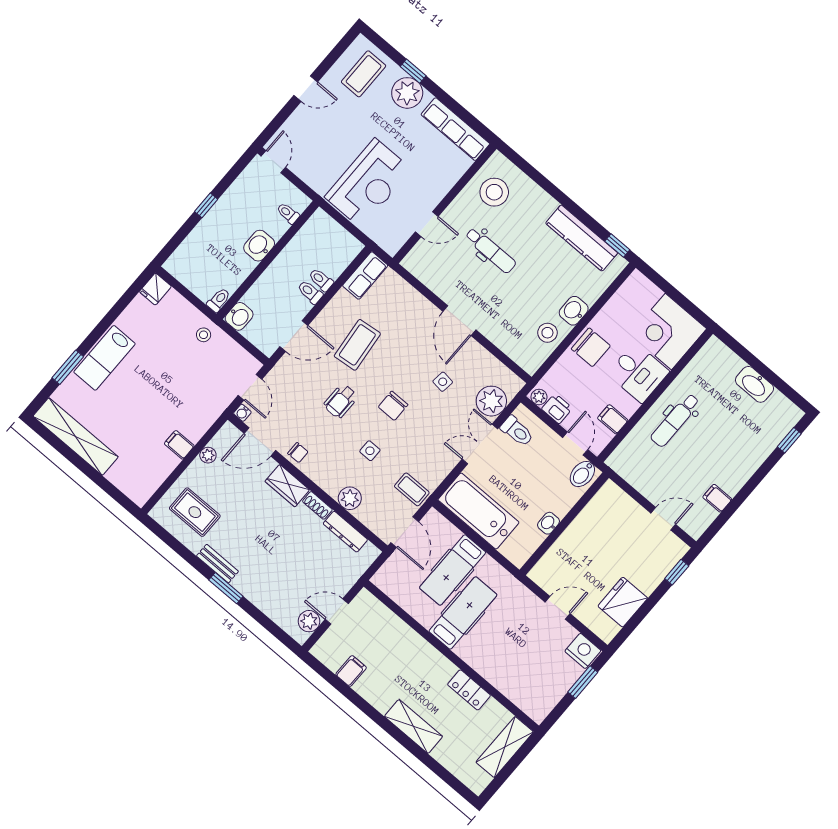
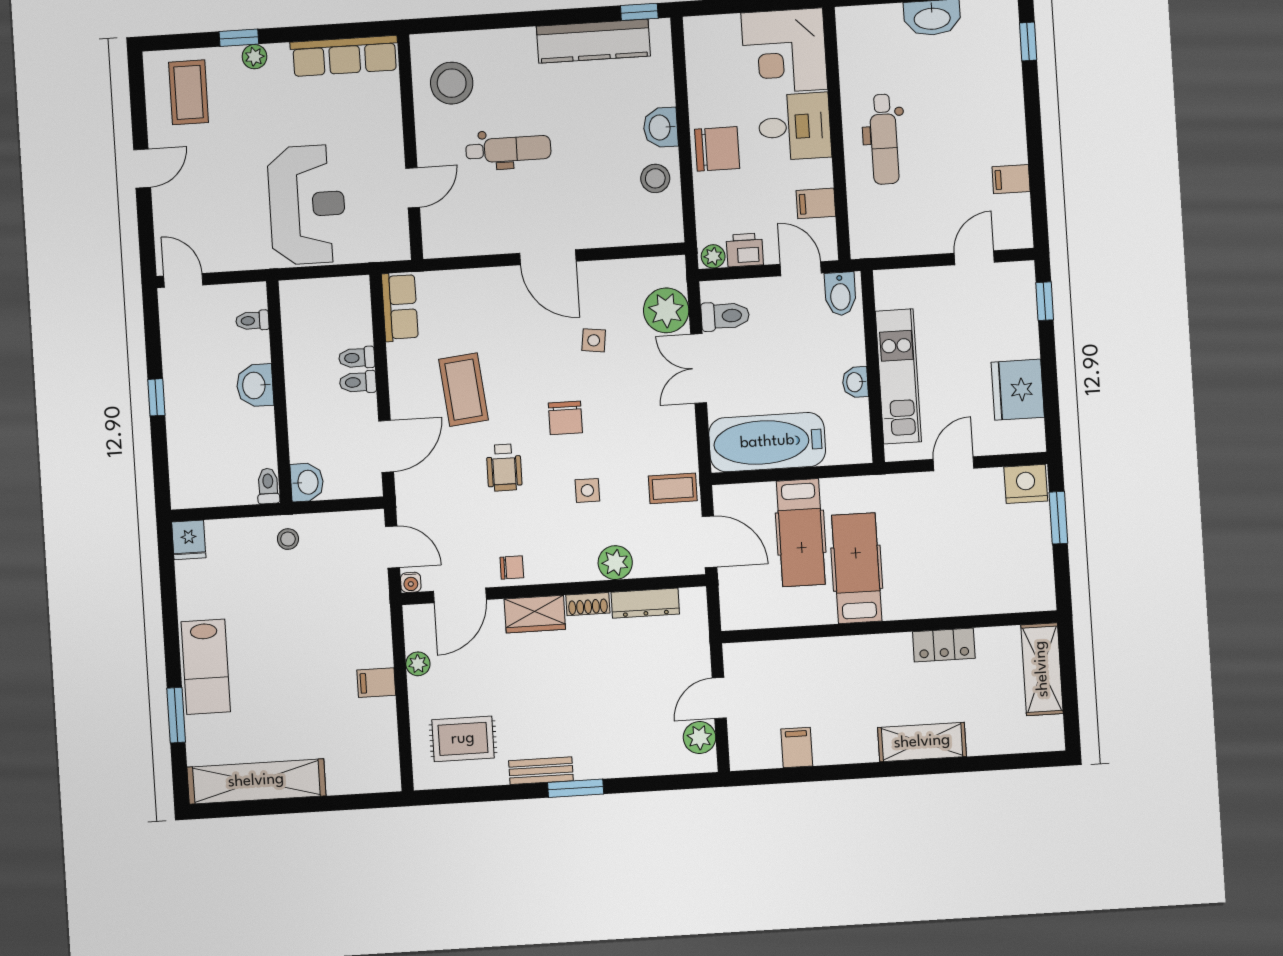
plant: (407, 93) -> (254, 57), width x0.53, depth x0.53
kitchen unit: (572, 540) -> (898, 376), added

